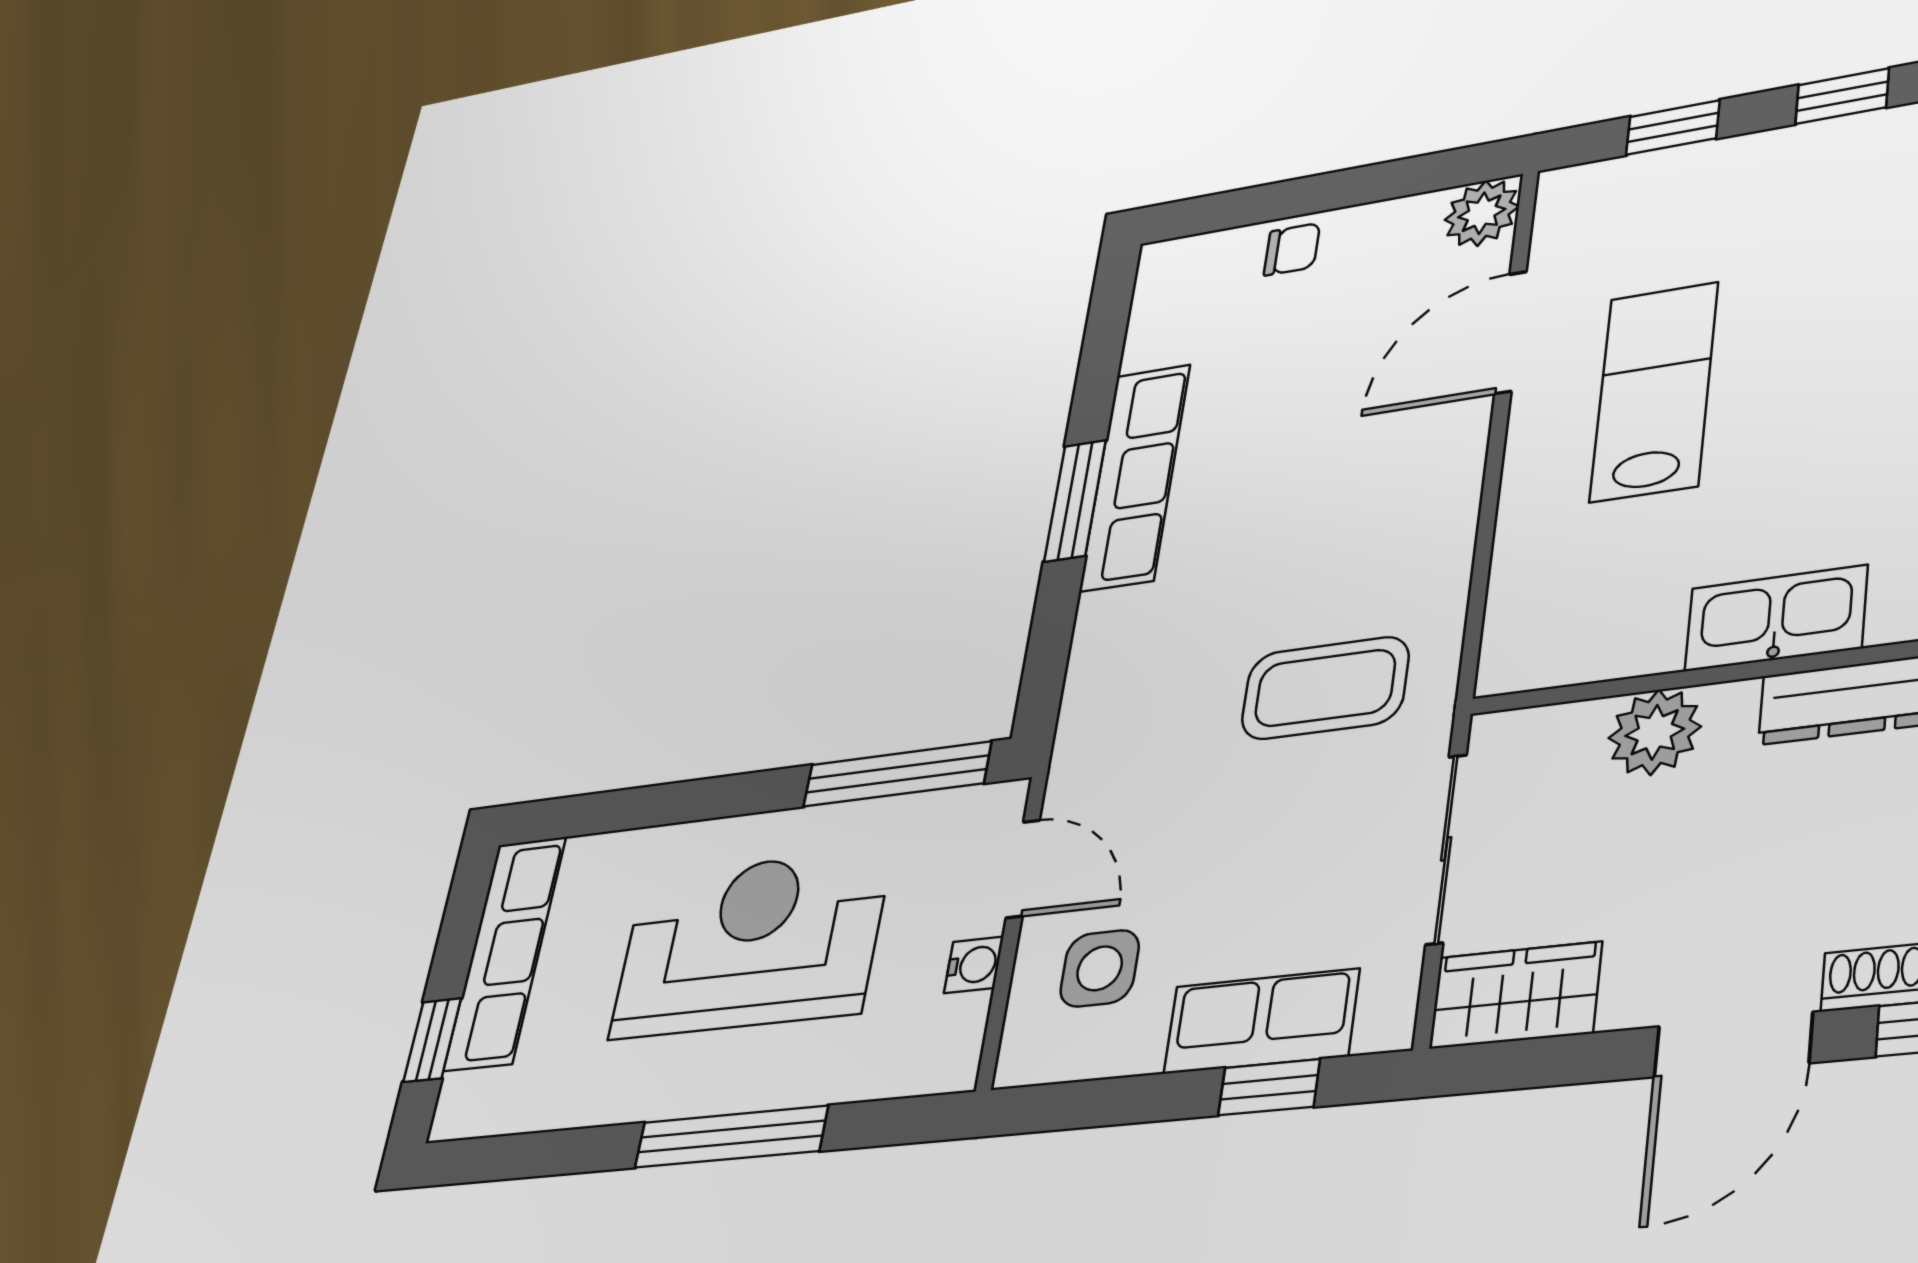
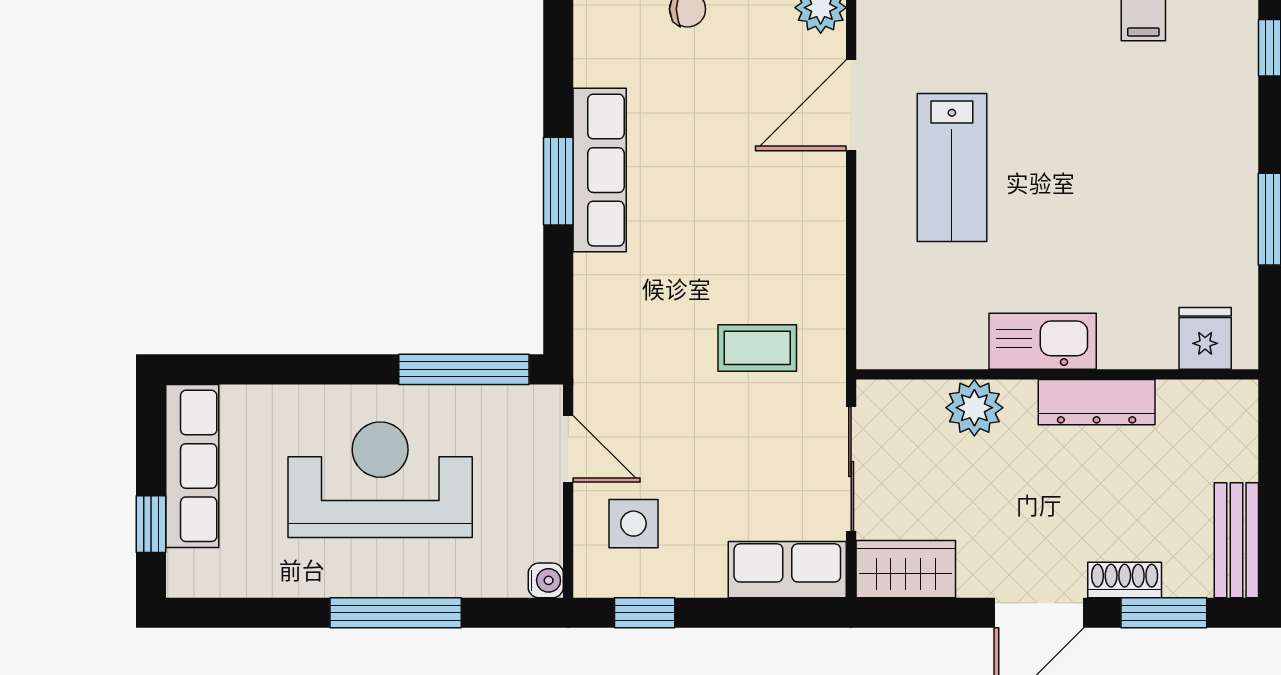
lab bench: (1654, 391) -> (952, 168), turned 180
coffee table: (1325, 688) -> (757, 348), width x0.73, depth x0.77
water cooler: (974, 965) -> (546, 580), moved
row of seats: (1261, 1021) -> (787, 570), moved
window: (1269, 1087) -> (645, 613), moved

